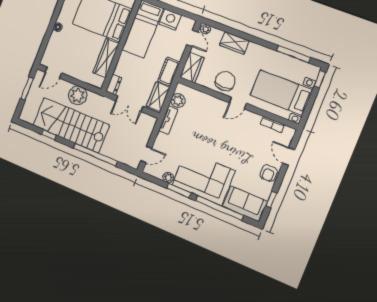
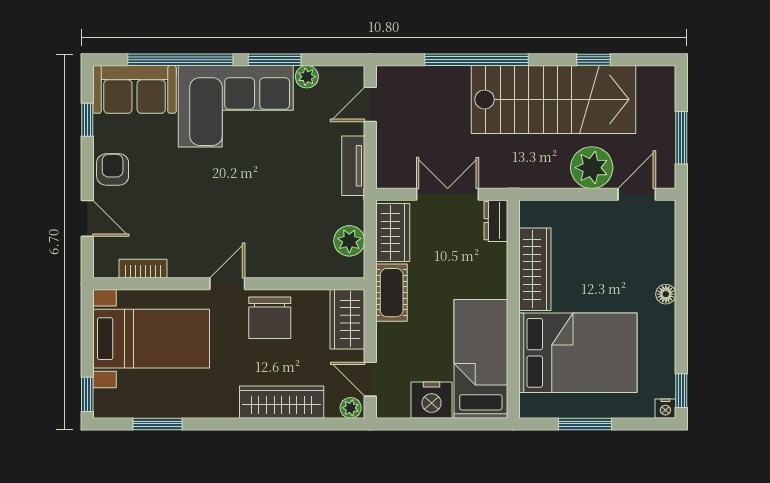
wardrobe: (234, 43) -> (282, 402), width x1.50
window: (293, 54) -> (158, 424), width x0.69
plant: (78, 95) -> (592, 168), moved
tv unit: (168, 120) -> (353, 166), moved

